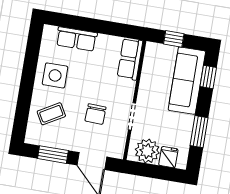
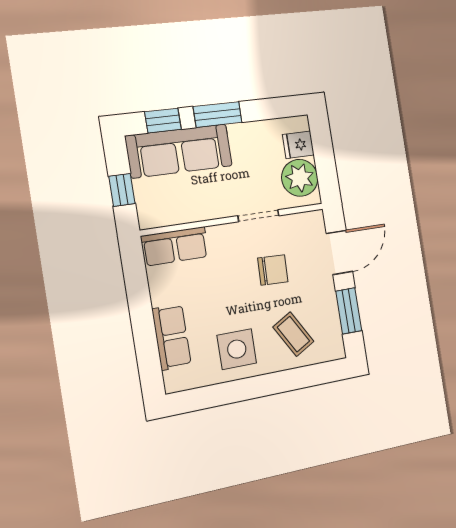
window: (199, 132) -> (218, 114), moved

